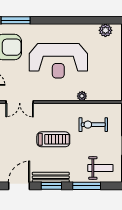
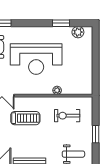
window: (86, 20) -> (61, 23), added
treadmill: (53, 139) -> (25, 118), moved

